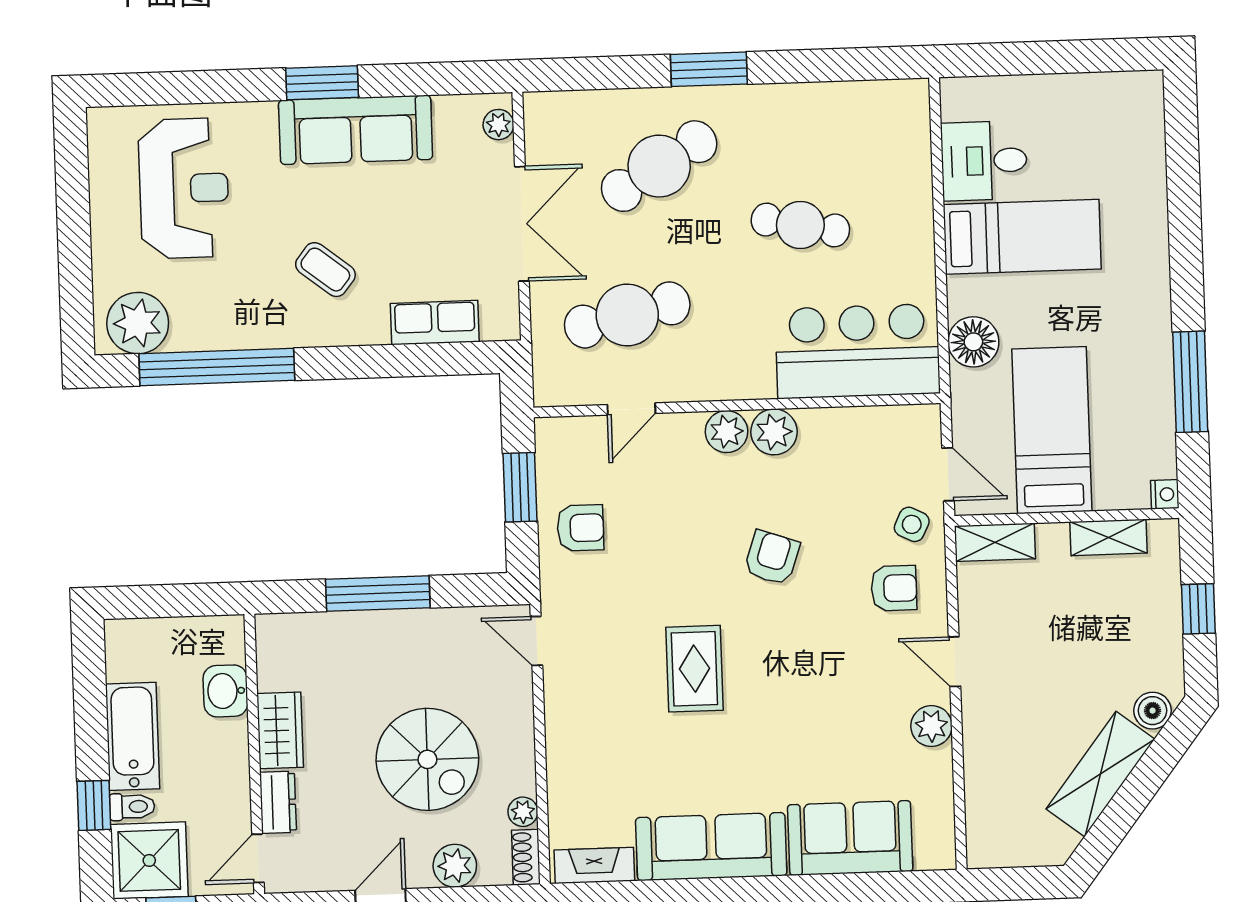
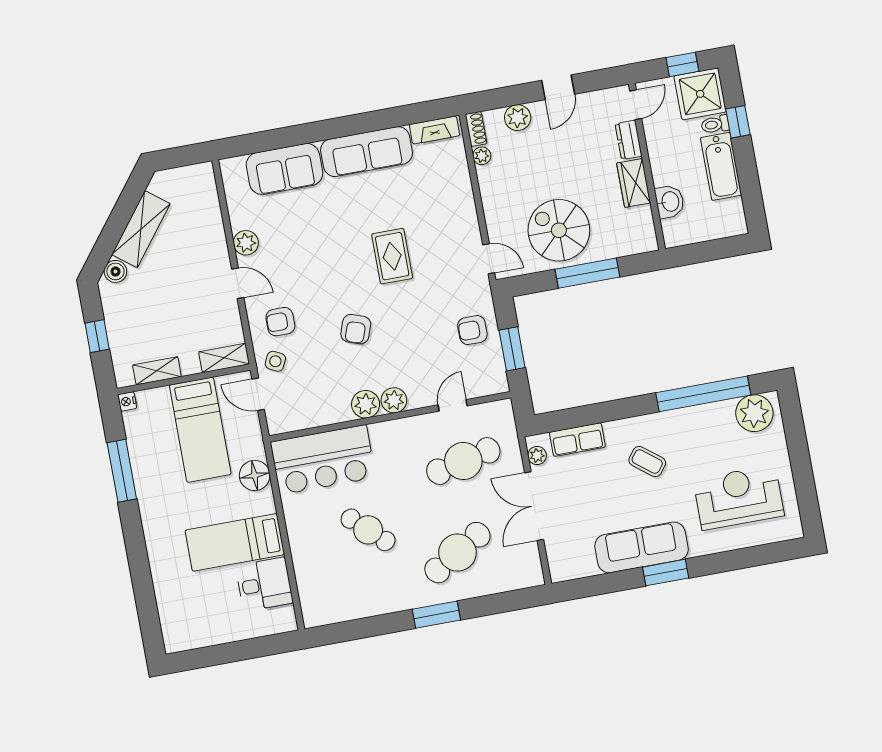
plant: (498, 125) -> (537, 455), moved
reception desk: (184, 188) -> (739, 497), turned 90
cafe table: (800, 225) -> (368, 530), turned 32
spiral stairs: (427, 759) -> (559, 230), moved

